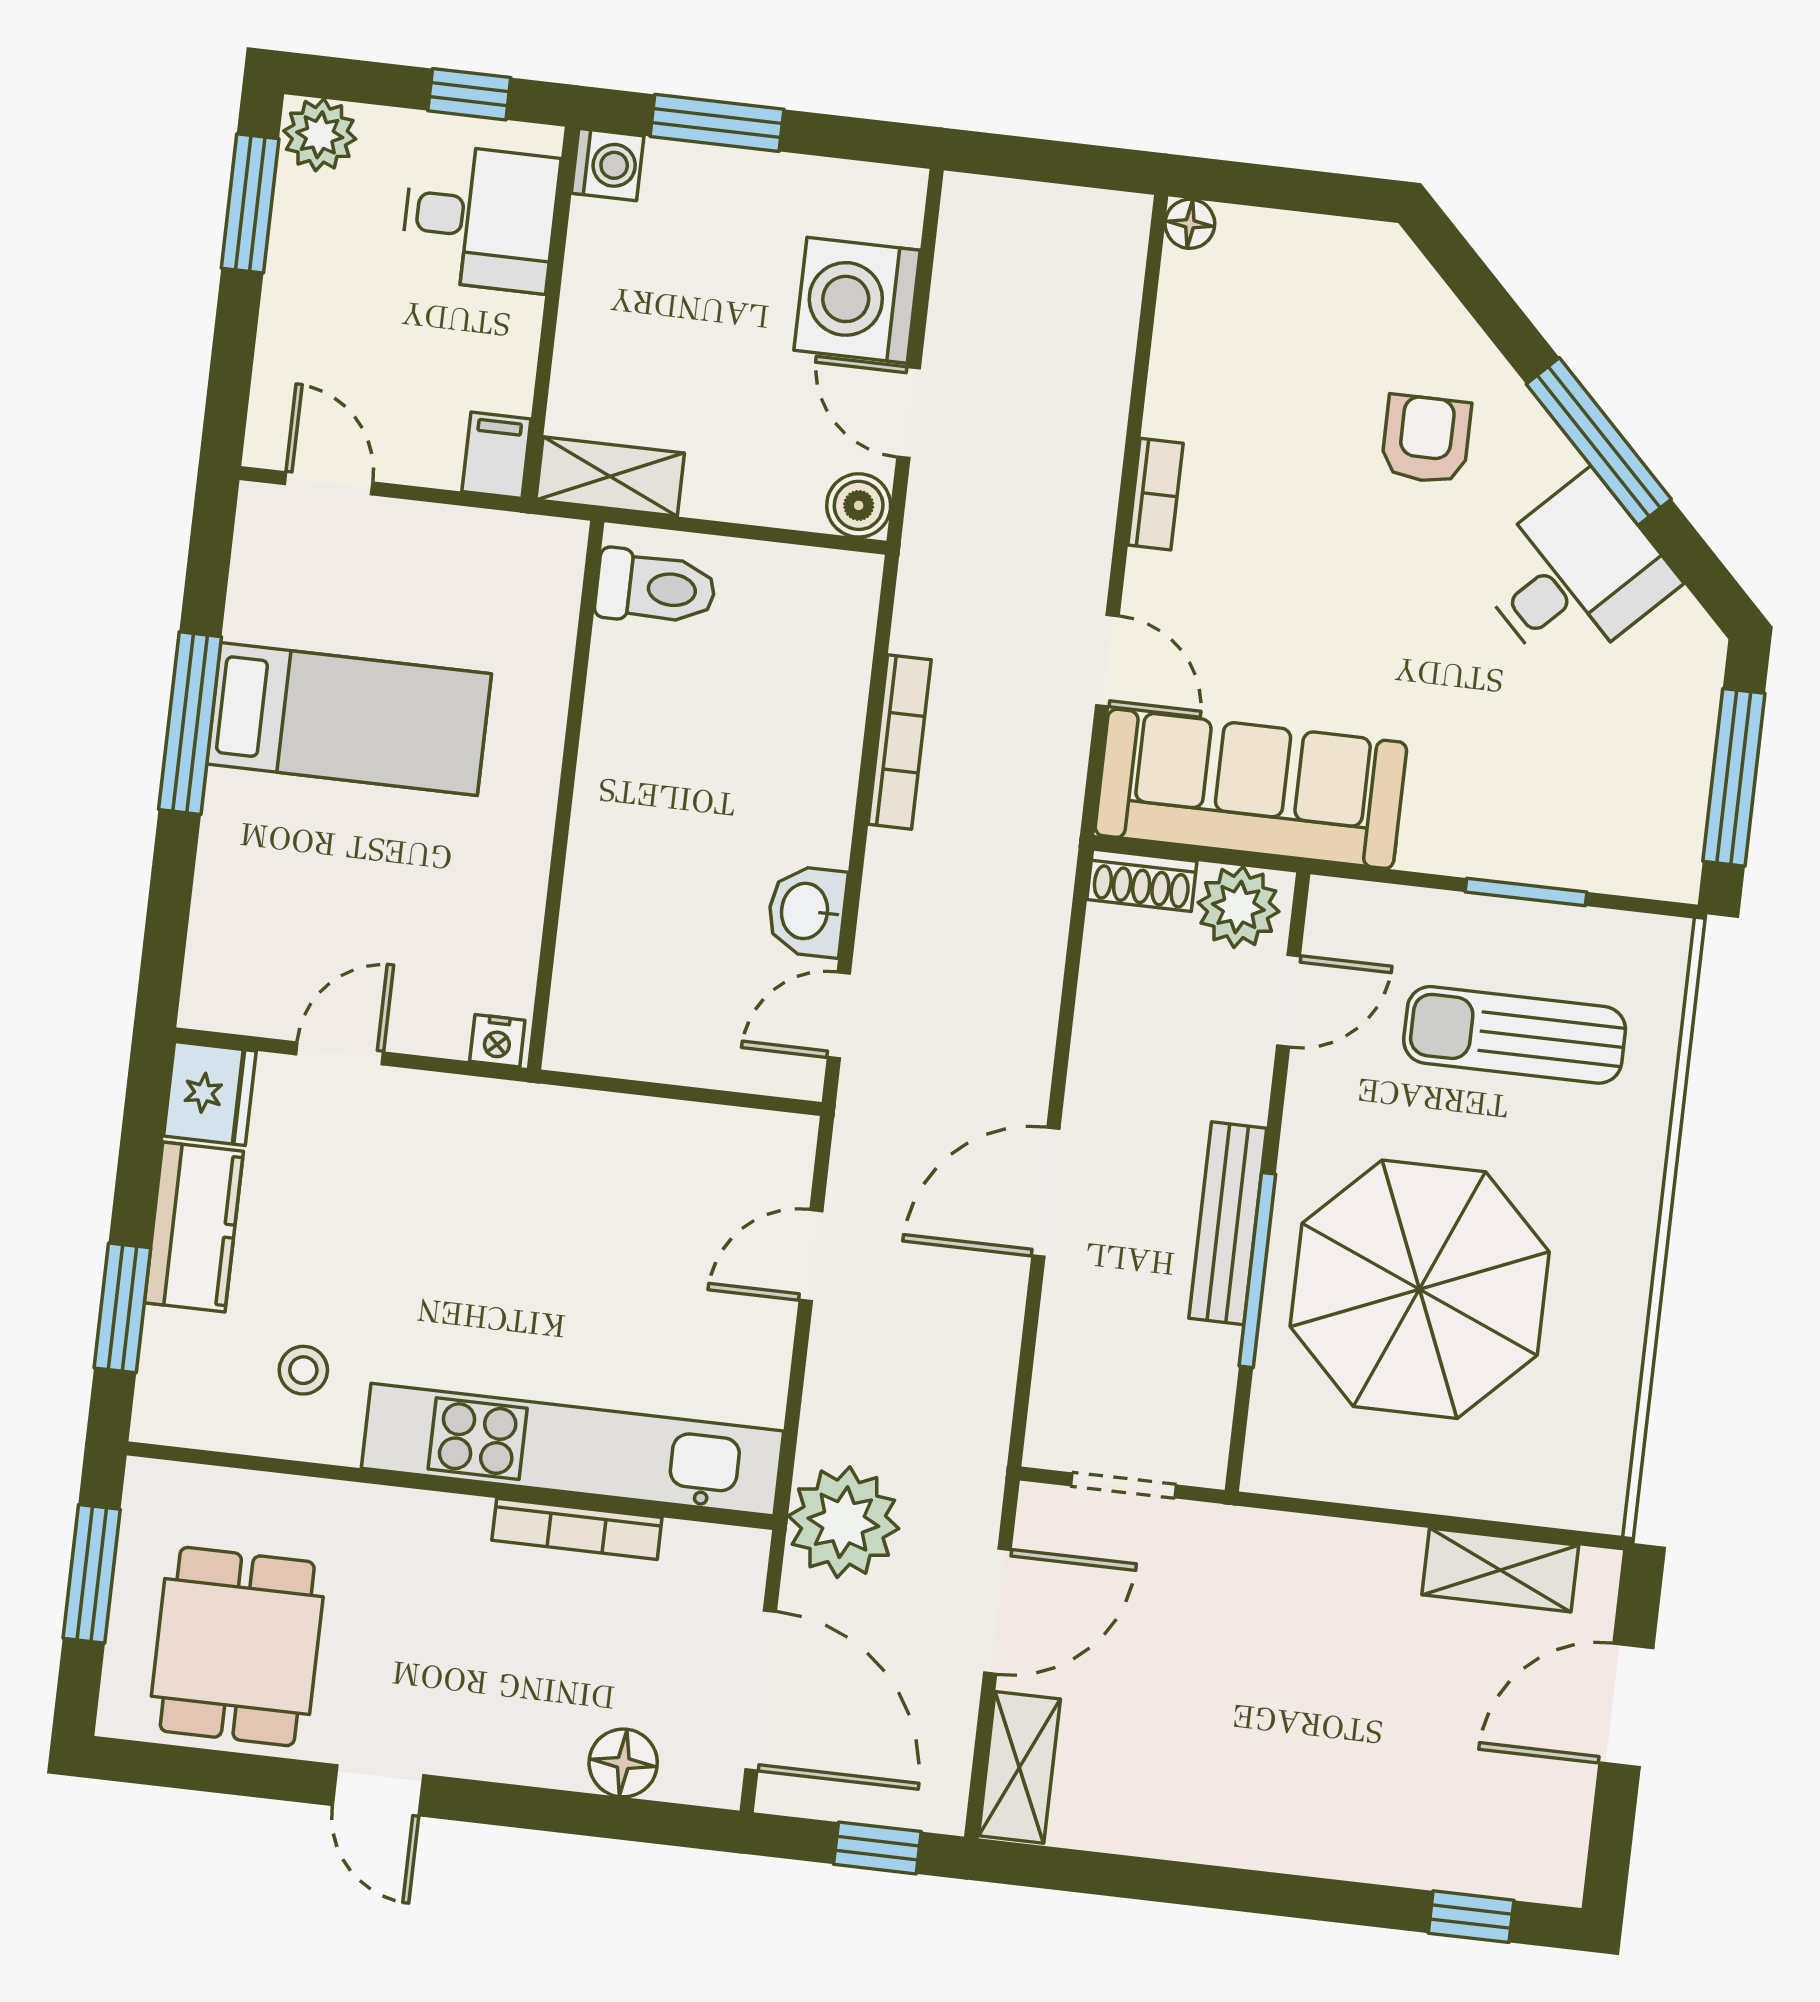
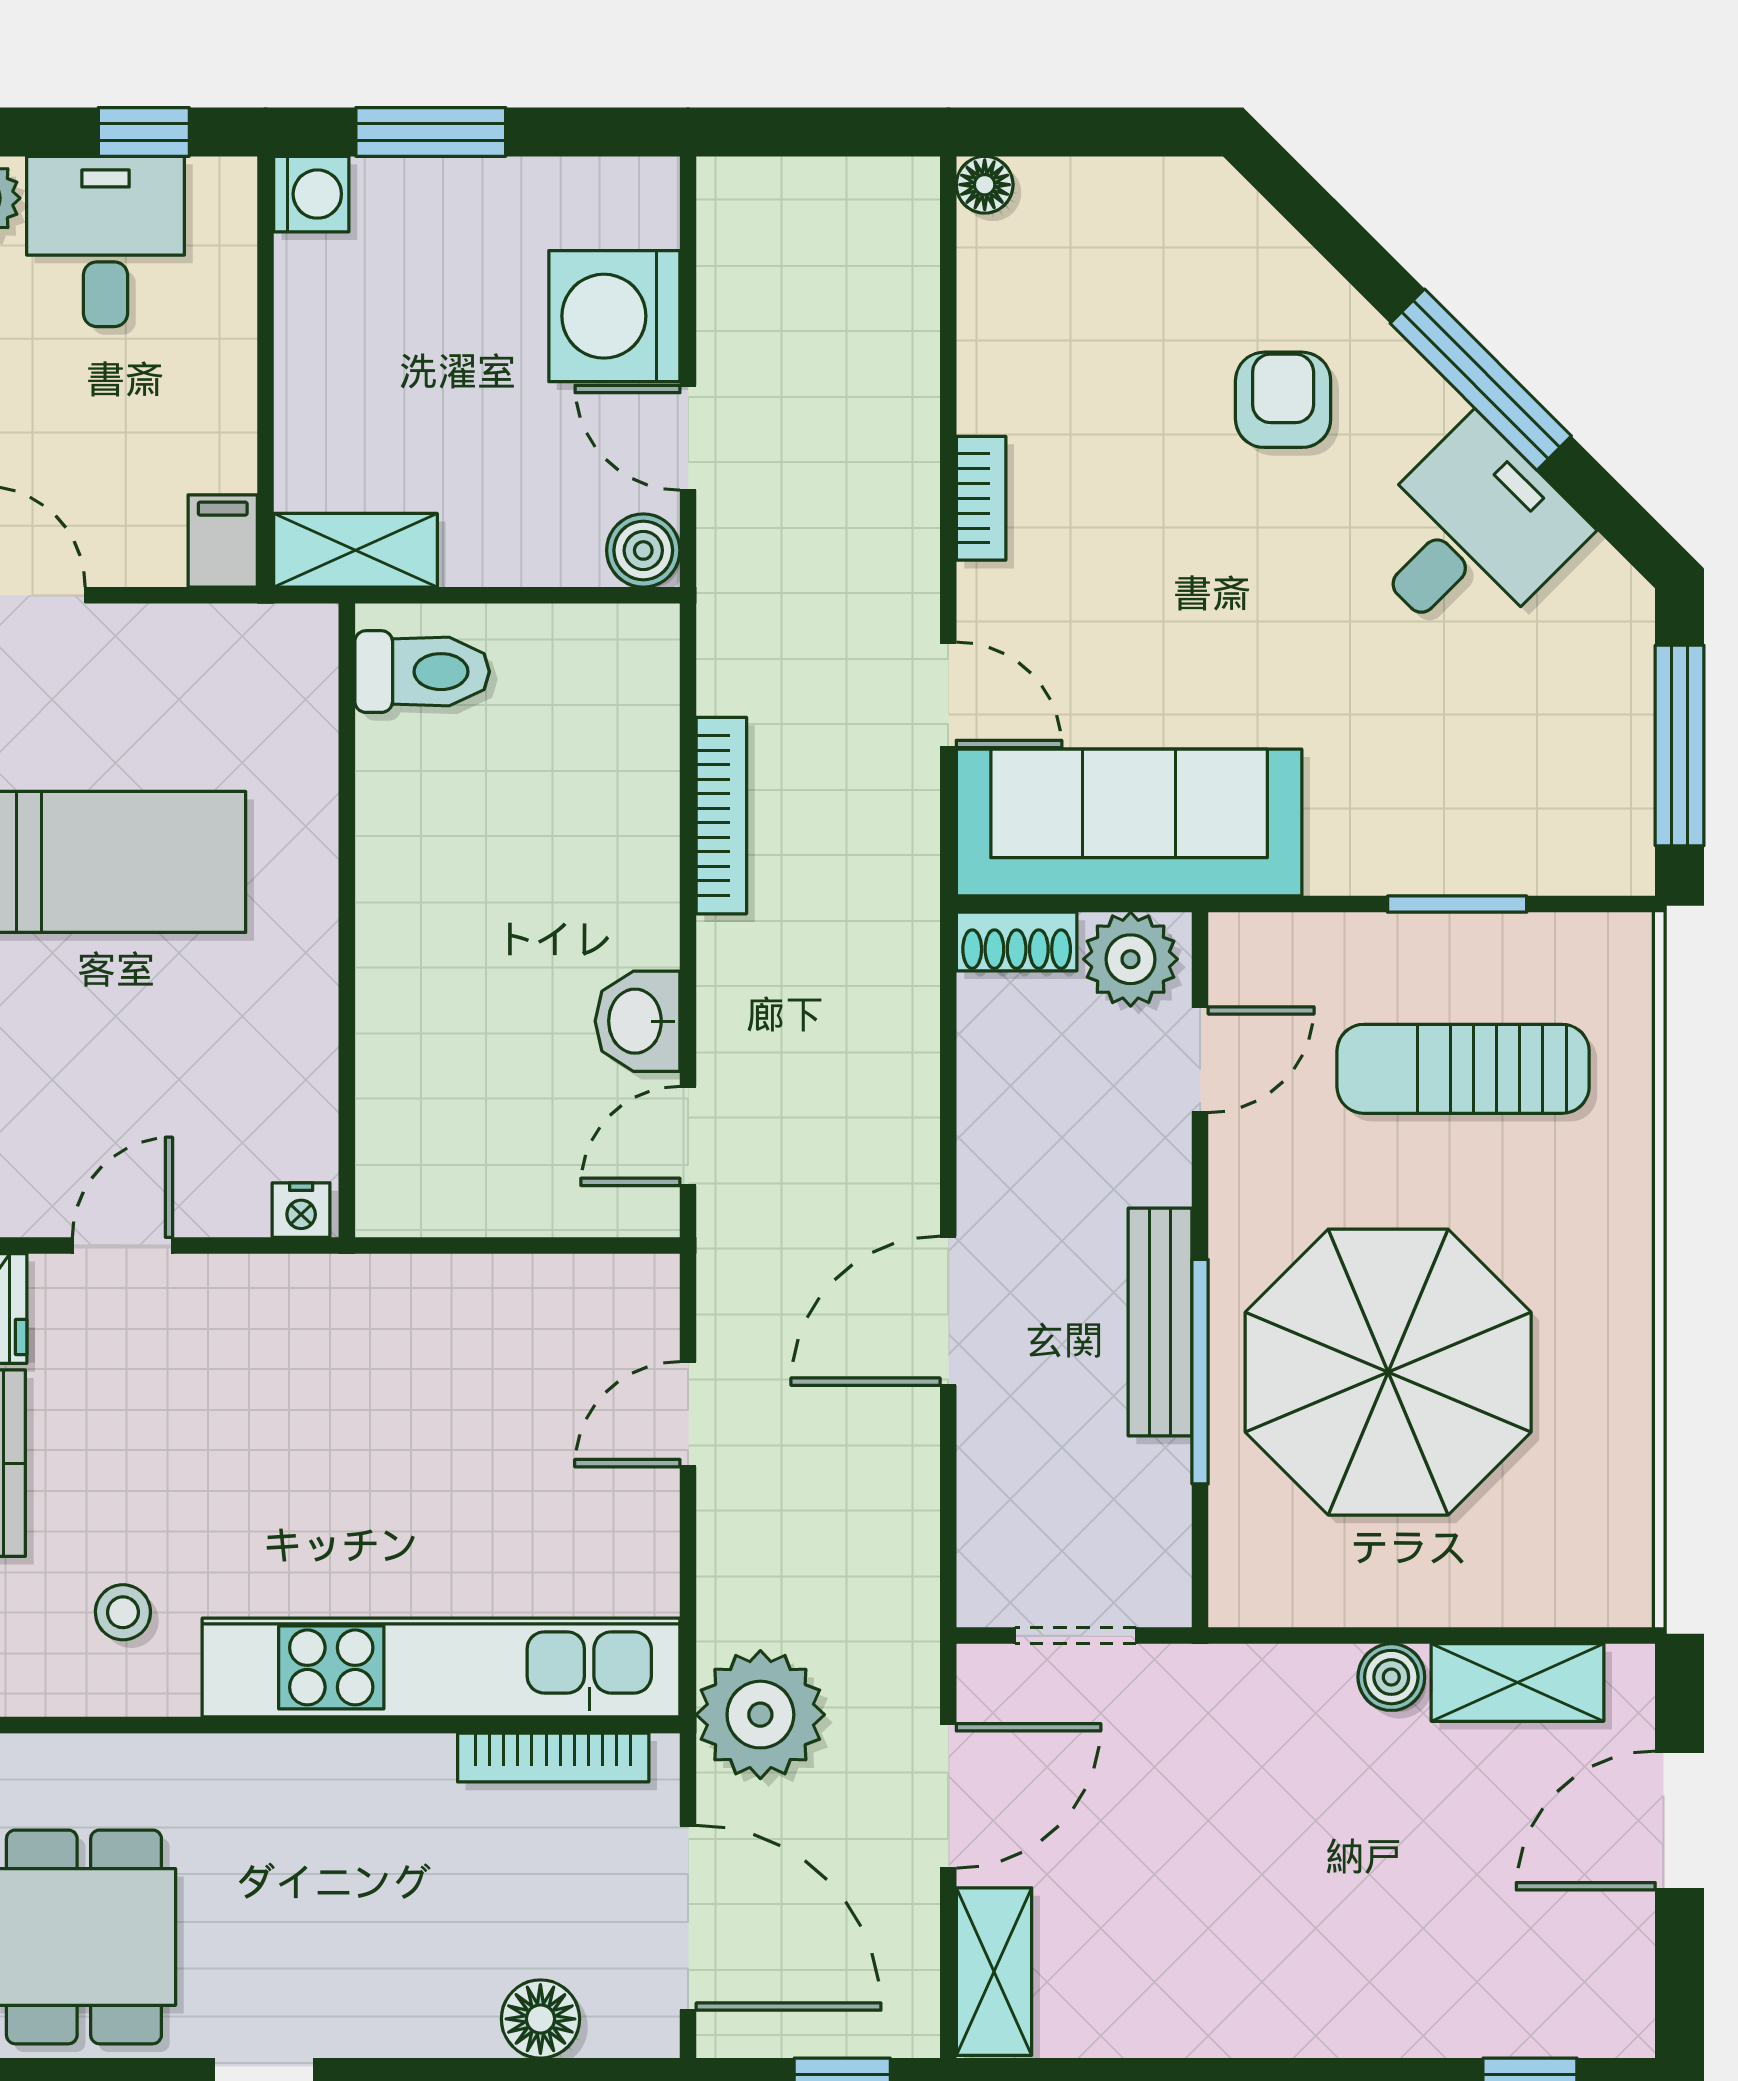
desk: (480, 218) -> (106, 241), moved, turned -90
bookcase: (577, 1529) -> (553, 1758), moved
boiler: (1392, 1553) -> (1391, 1677), added

